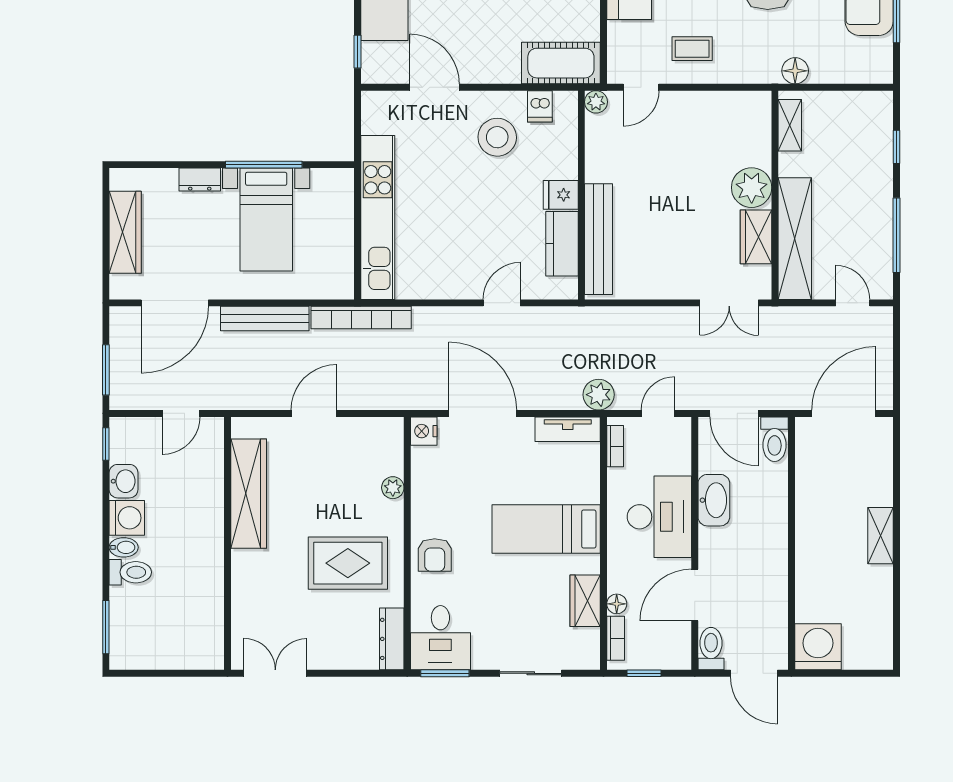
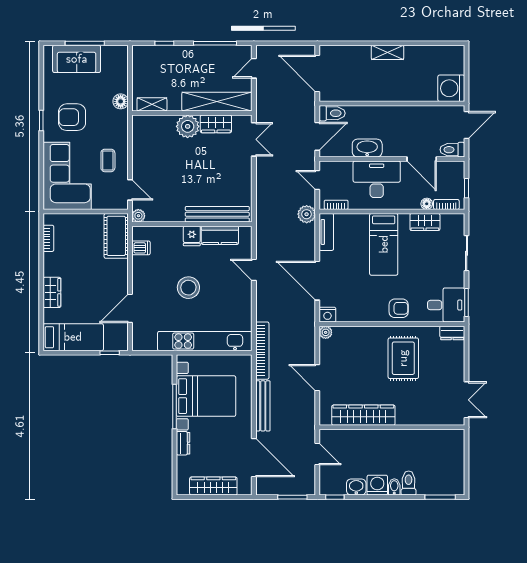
stool: (497, 137) -> (188, 288), moved
bed with nightstands: (266, 219) -> (206, 396), width x1.36
door: (483, 413) -> (317, 281), hinge flipped
plant: (393, 488) -> (326, 332), moved
dresser: (392, 639) -> (452, 333), width x0.70
double door: (275, 673) -> (467, 400), swing flipped

